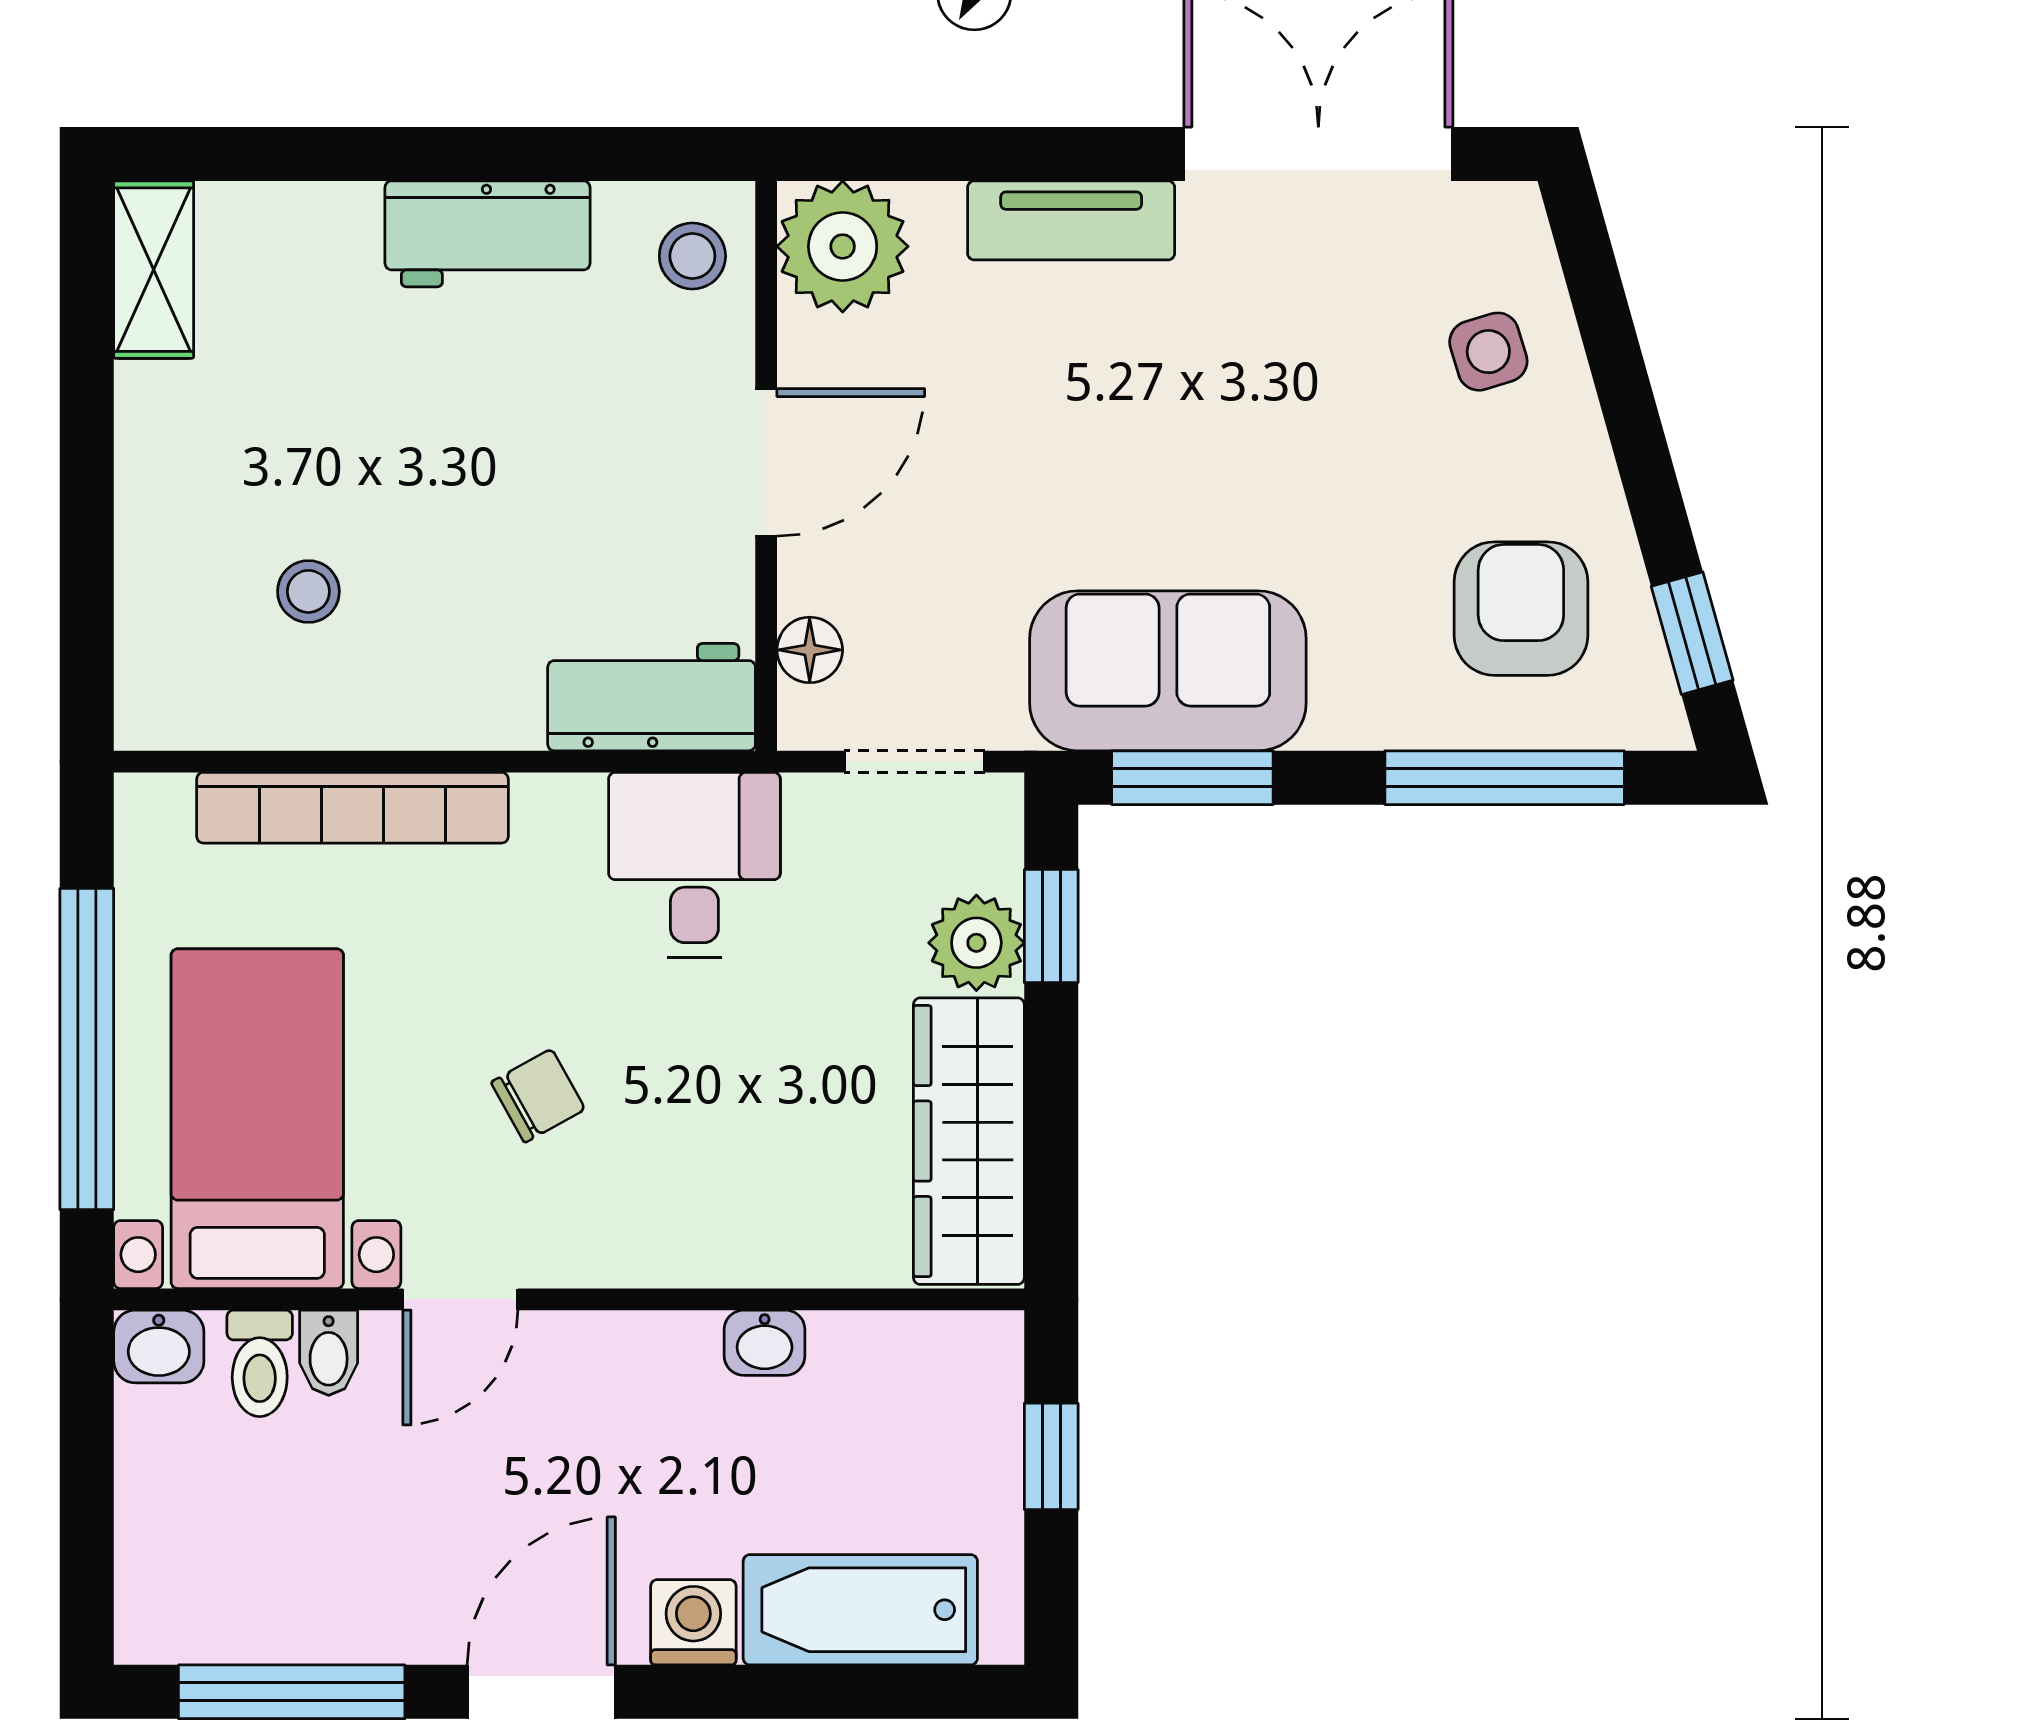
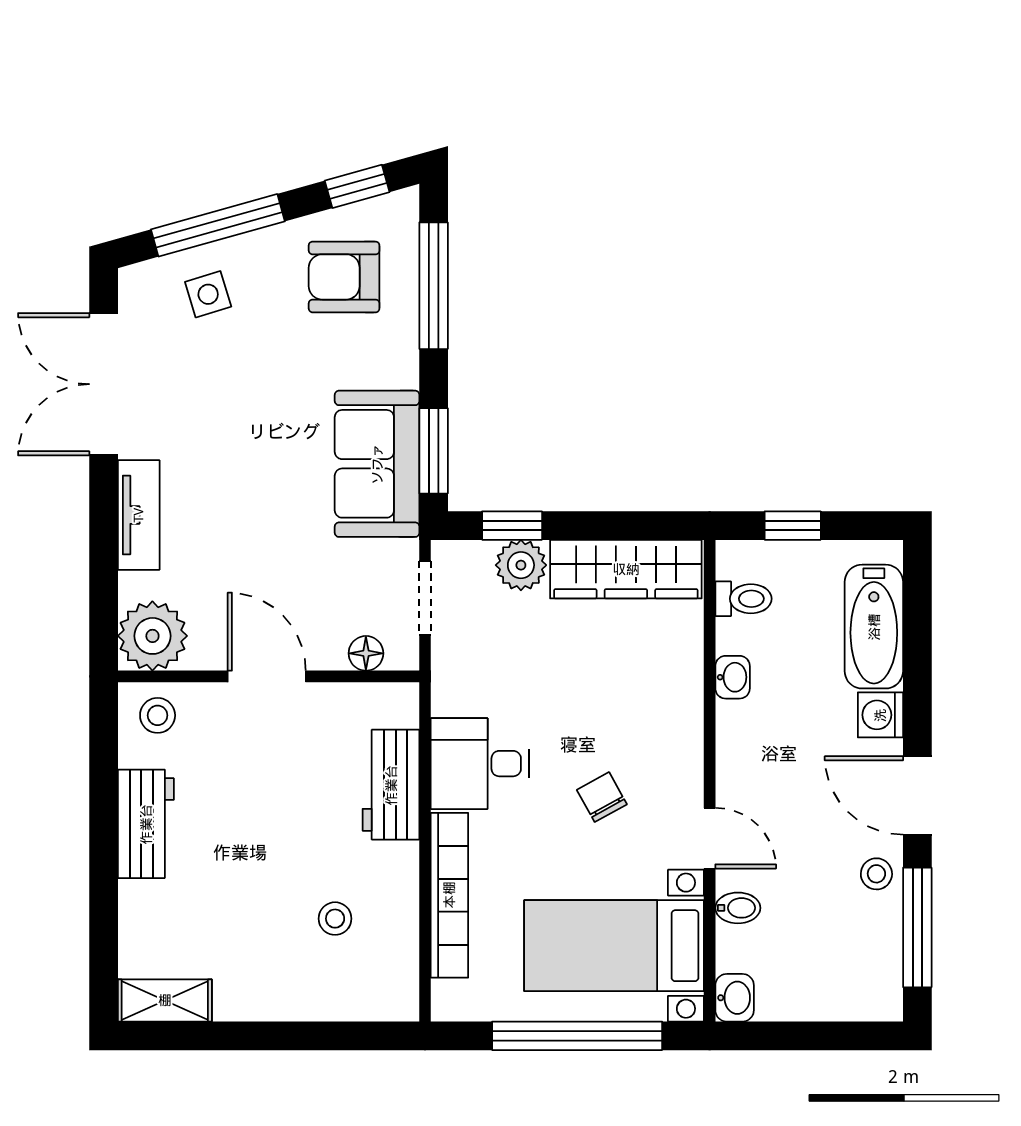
window: (1619, 370) -> (218, 225), added
workbench: (652, 697) -> (391, 785), moved
desk: (694, 865) -> (480, 764), moved
toilet: (260, 1363) -> (743, 599), moved
stool: (393, 1615) -> (876, 874), added

